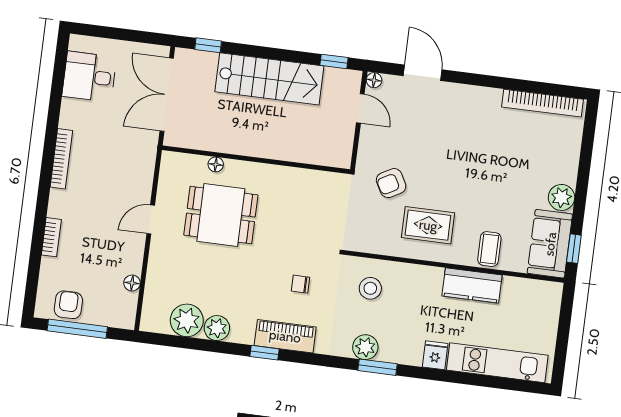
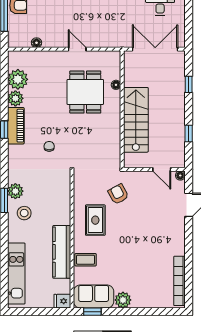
window: (208, 45) -> (189, 84), moved
window: (334, 61) -> (189, 134), moved
stairs: (269, 79) -> (136, 120), moved, turned 180
door: (360, 108) -> (162, 169), hinge flipped
kitchen counter: (472, 285) -> (62, 252), width x1.50
stool: (370, 288) -> (24, 213), moved
piano: (285, 336) -> (16, 126), moved
fridge: (435, 355) -> (62, 301), moved, turned 180

